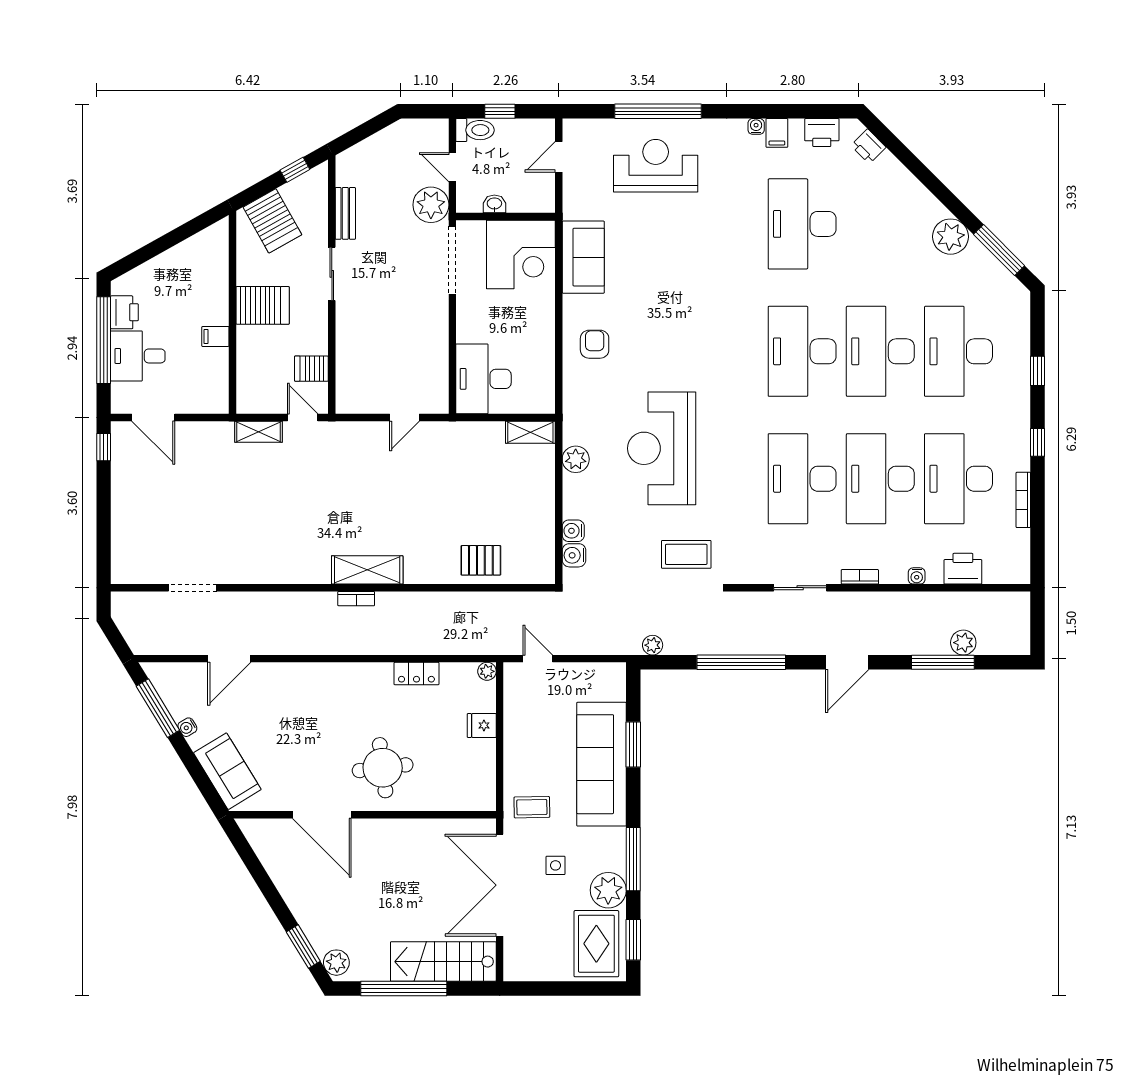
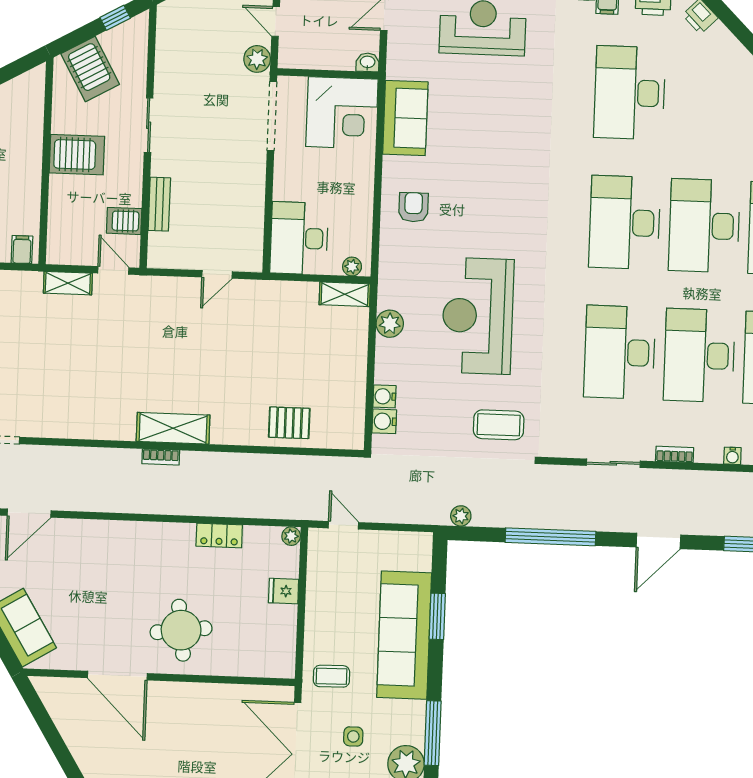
washbasin: (494, 204) -> (368, 62), moved
plant: (431, 205) -> (257, 59), width x0.73, depth x0.73
bench: (345, 213) -> (159, 204), moved
filing cabinet: (215, 336) -> (22, 250), moved, turned 90
plant: (537, 405) -> (352, 267), added

